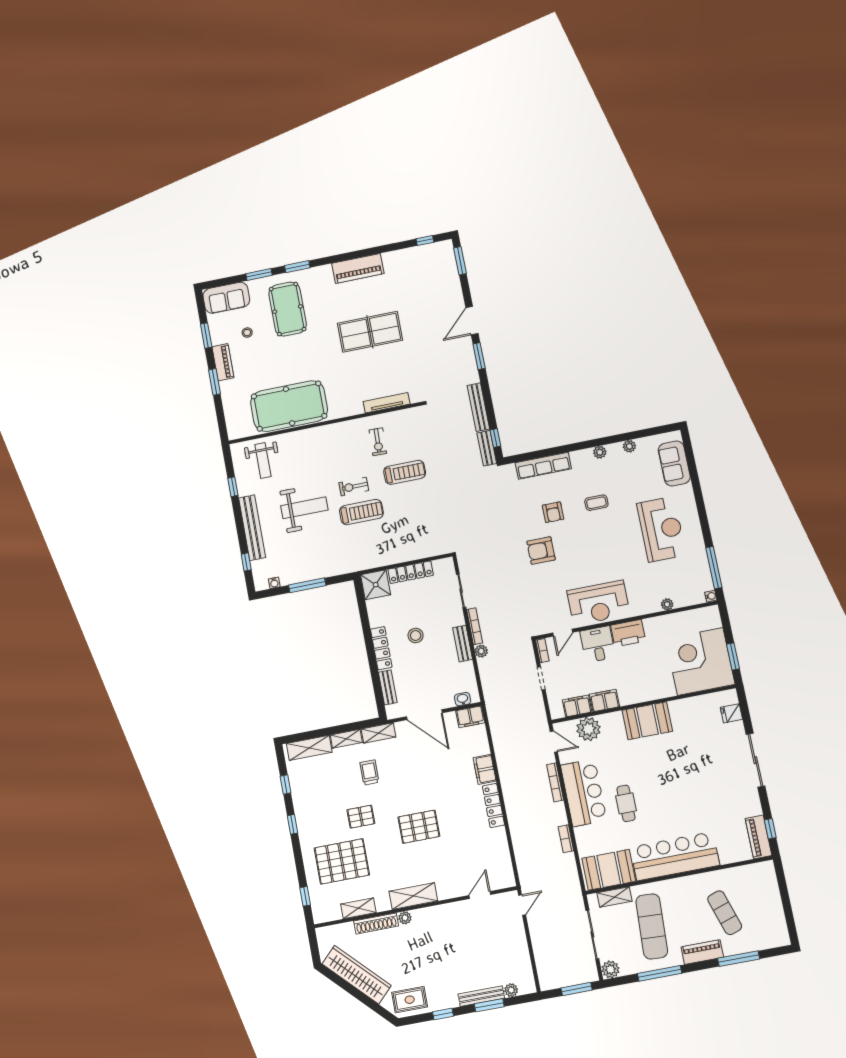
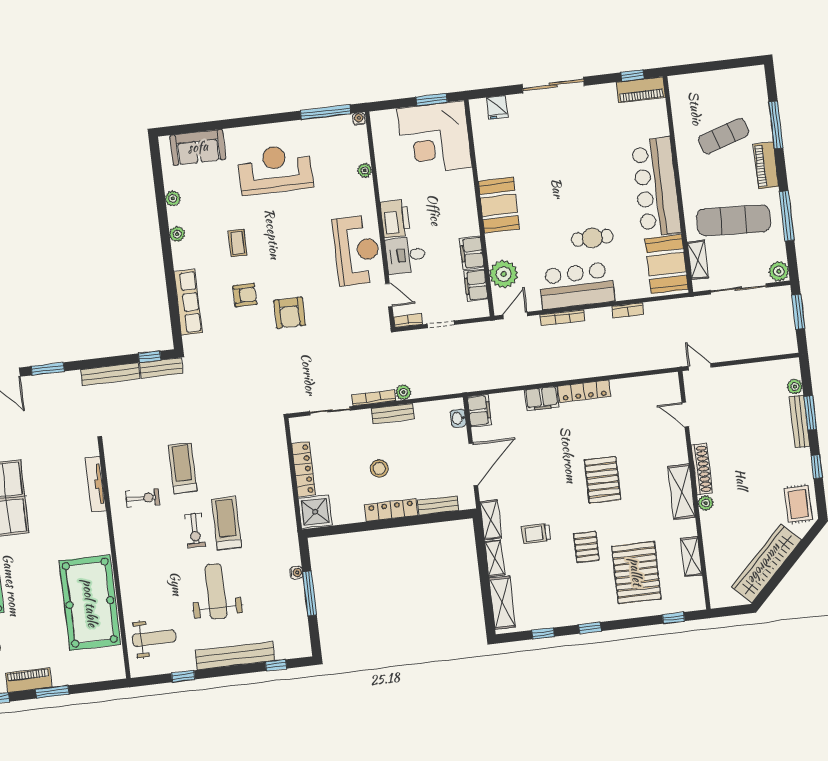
water cooler: (274, 583) -> (296, 573), moved
shoe rack: (376, 924) -> (702, 469), moved

